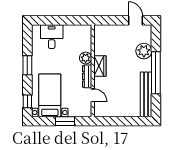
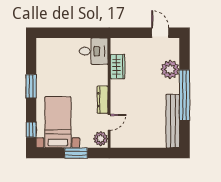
desk: (52, 37) -> (94, 51), moved, turned 90
plant: (86, 58) -> (101, 139), moved
wardrobe: (100, 66) -> (118, 66), moved
door: (93, 95) -> (109, 122), hinge flipped

